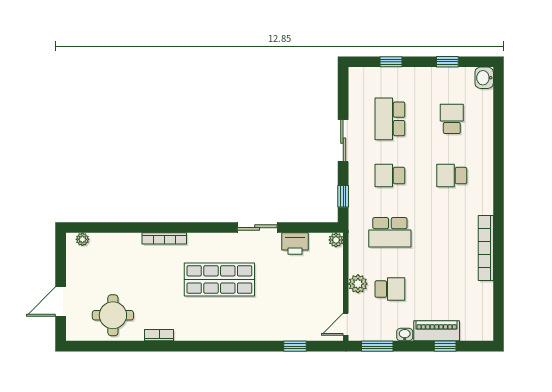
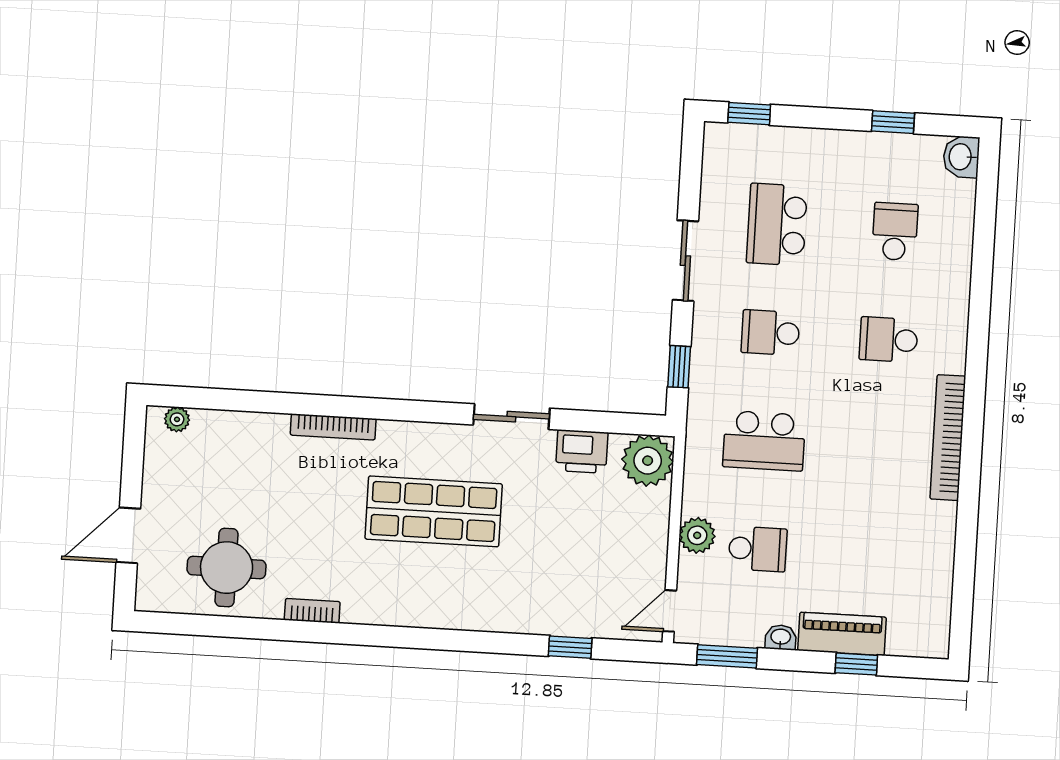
window: (391, 62) -> (749, 114), moved
plant: (336, 240) -> (648, 461), width x1.87, depth x1.87
bookcase: (486, 248) -> (948, 438), moved

